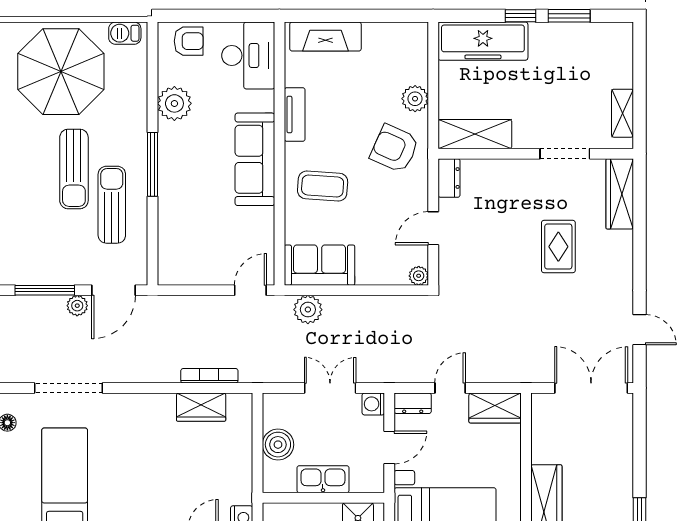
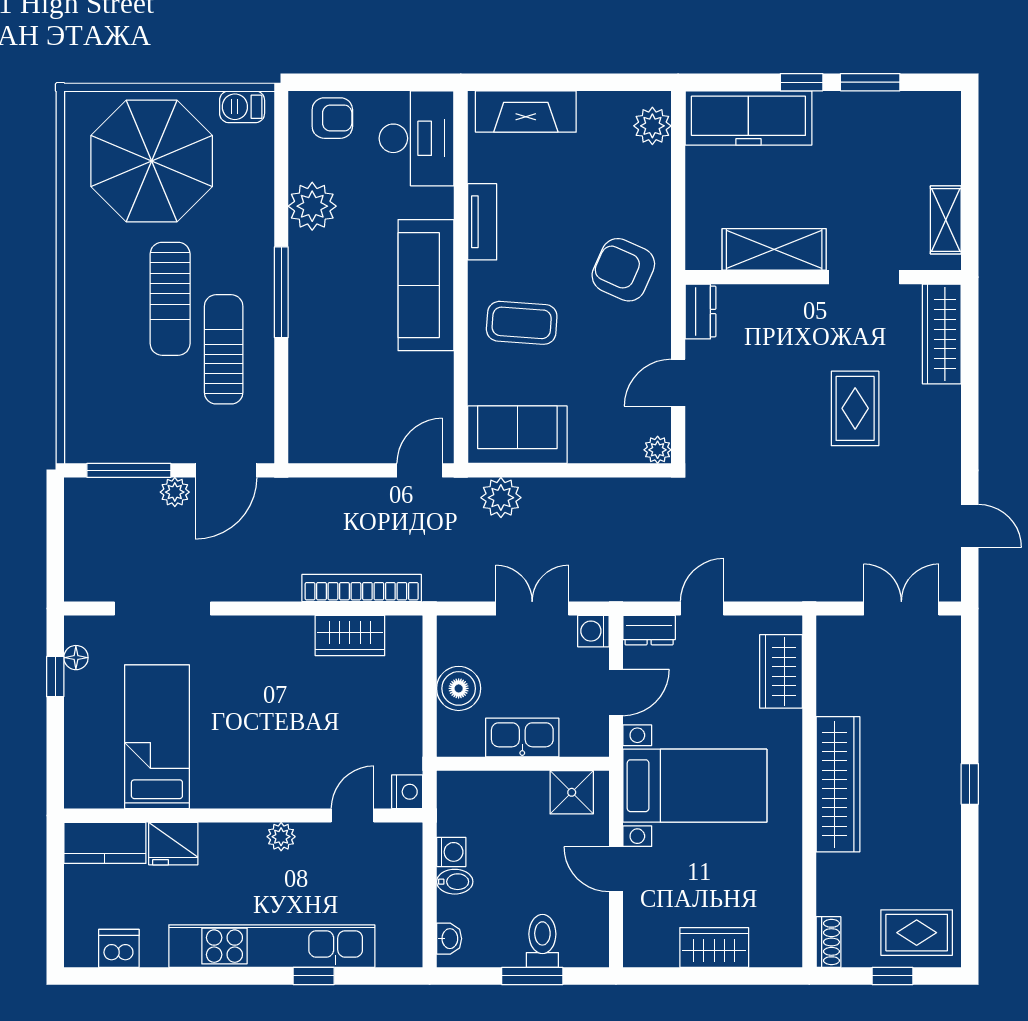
plant: (415, 99) -> (652, 126), moved
shelving: (475, 134) -> (774, 249), moved
bookcase: (209, 376) -> (362, 588), width x1.48, depth x1.31
double door: (591, 388) -> (901, 608), width x0.73
wardrobe: (495, 408) -> (781, 671), moved, turned 90

